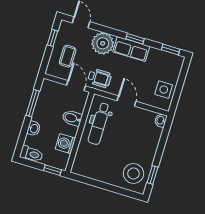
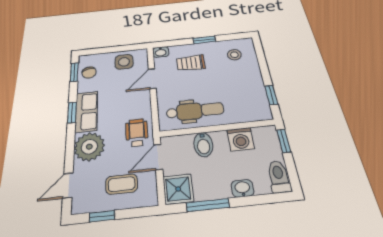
chair: (165, 60) -> (89, 73), added
shower: (50, 90) -> (178, 189), added
door: (127, 101) -> (152, 79), moved
trolley: (140, 138) -> (191, 63), added
stool: (133, 173) -> (234, 55), width x0.53, depth x0.53
window: (152, 175) -> (204, 40), moved
window: (89, 181) -> (271, 95), added

